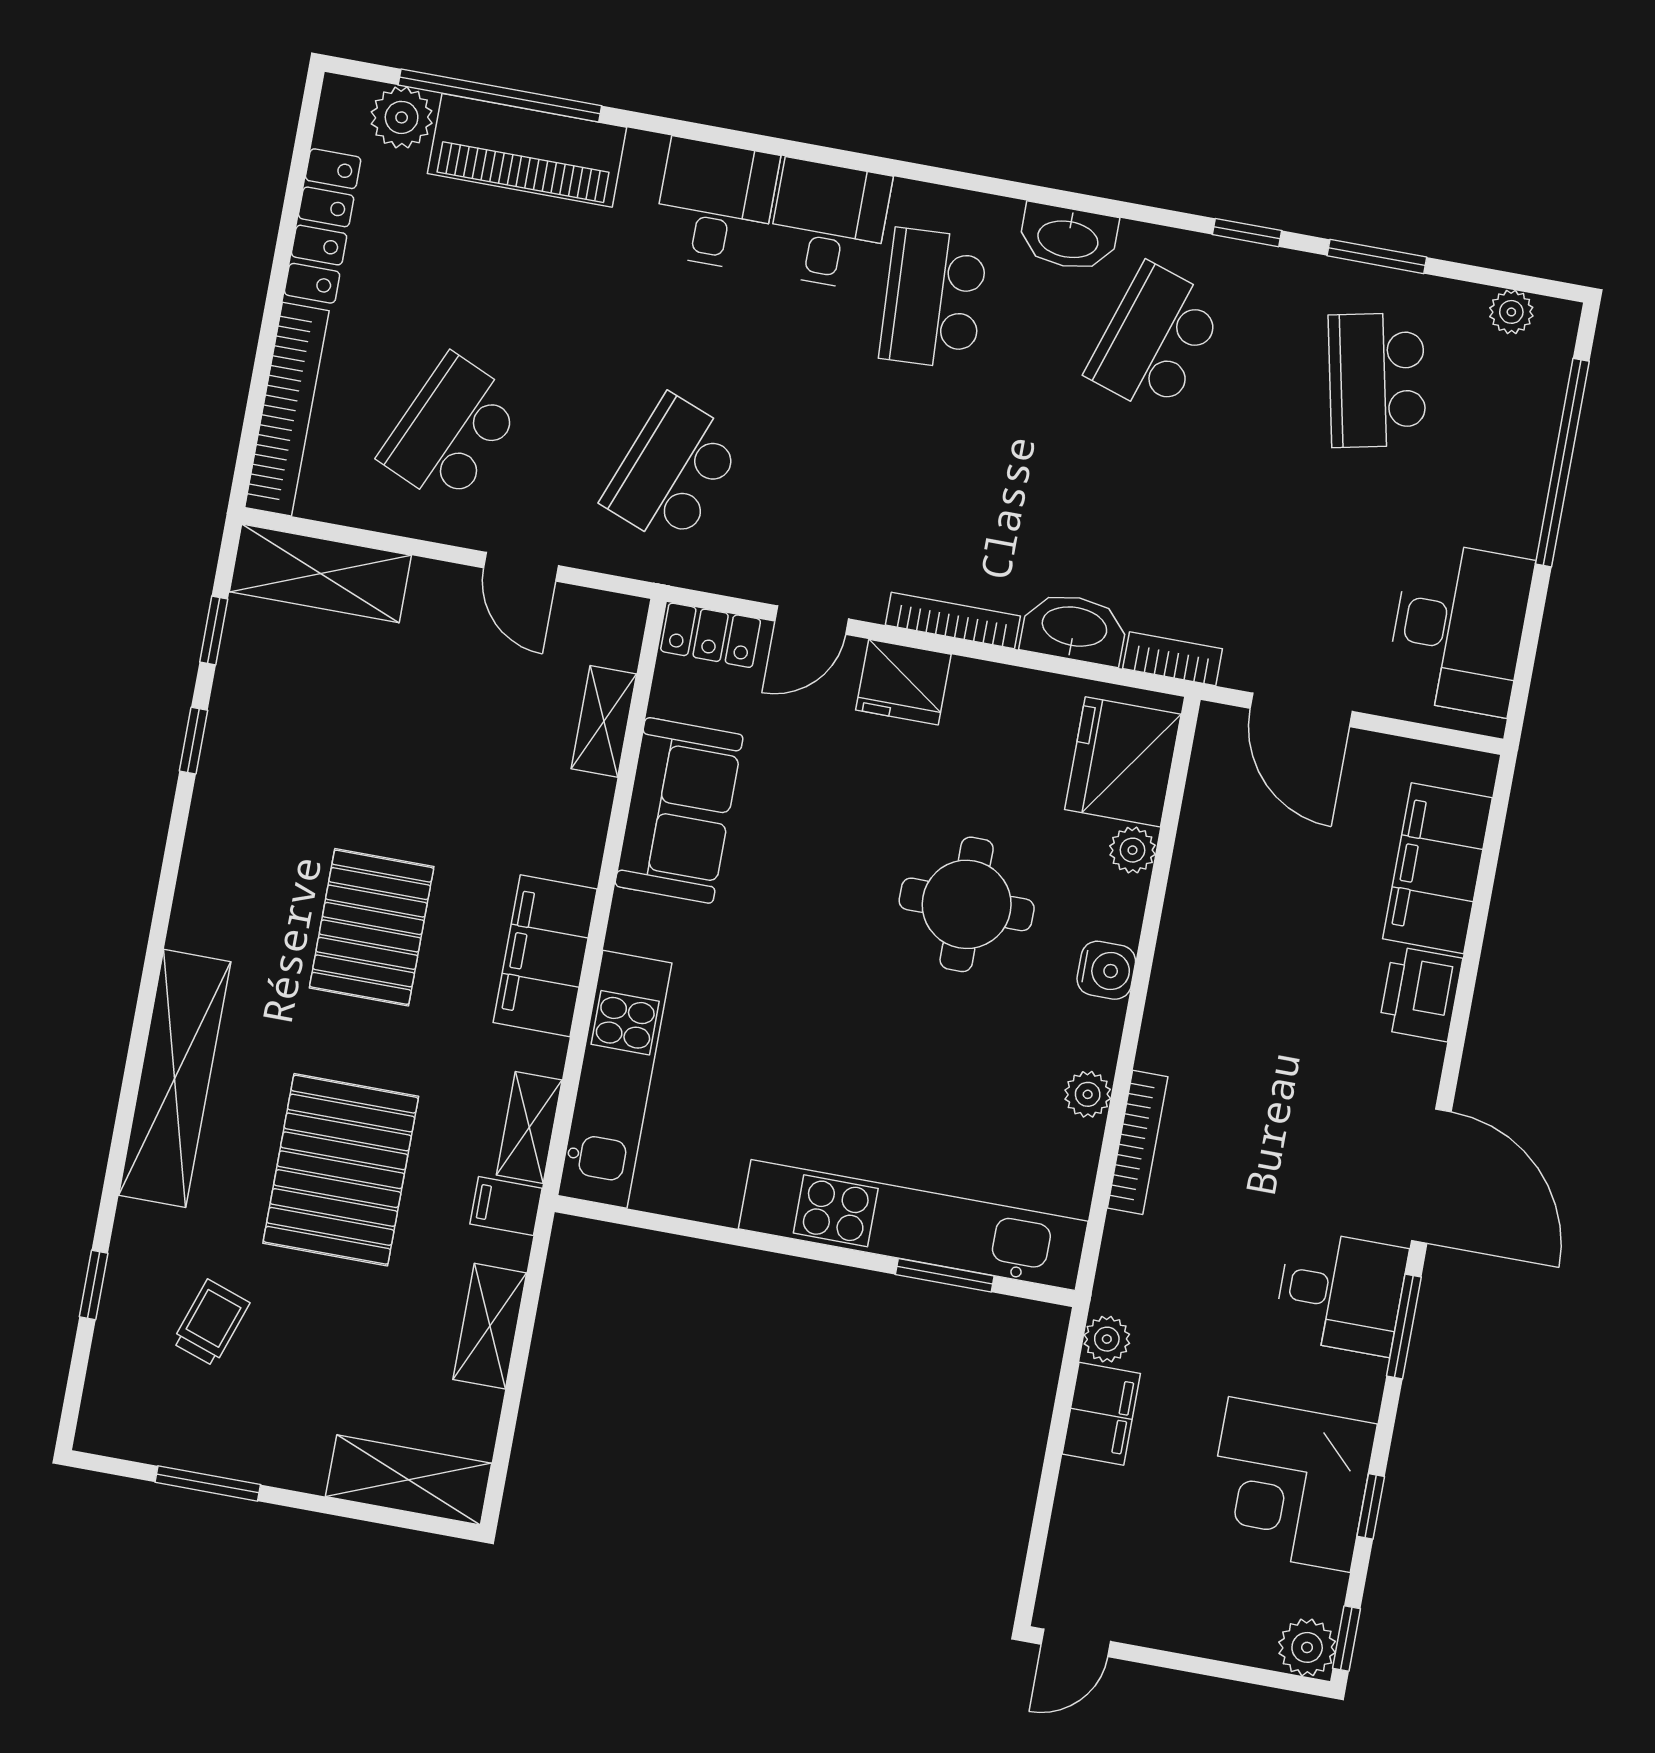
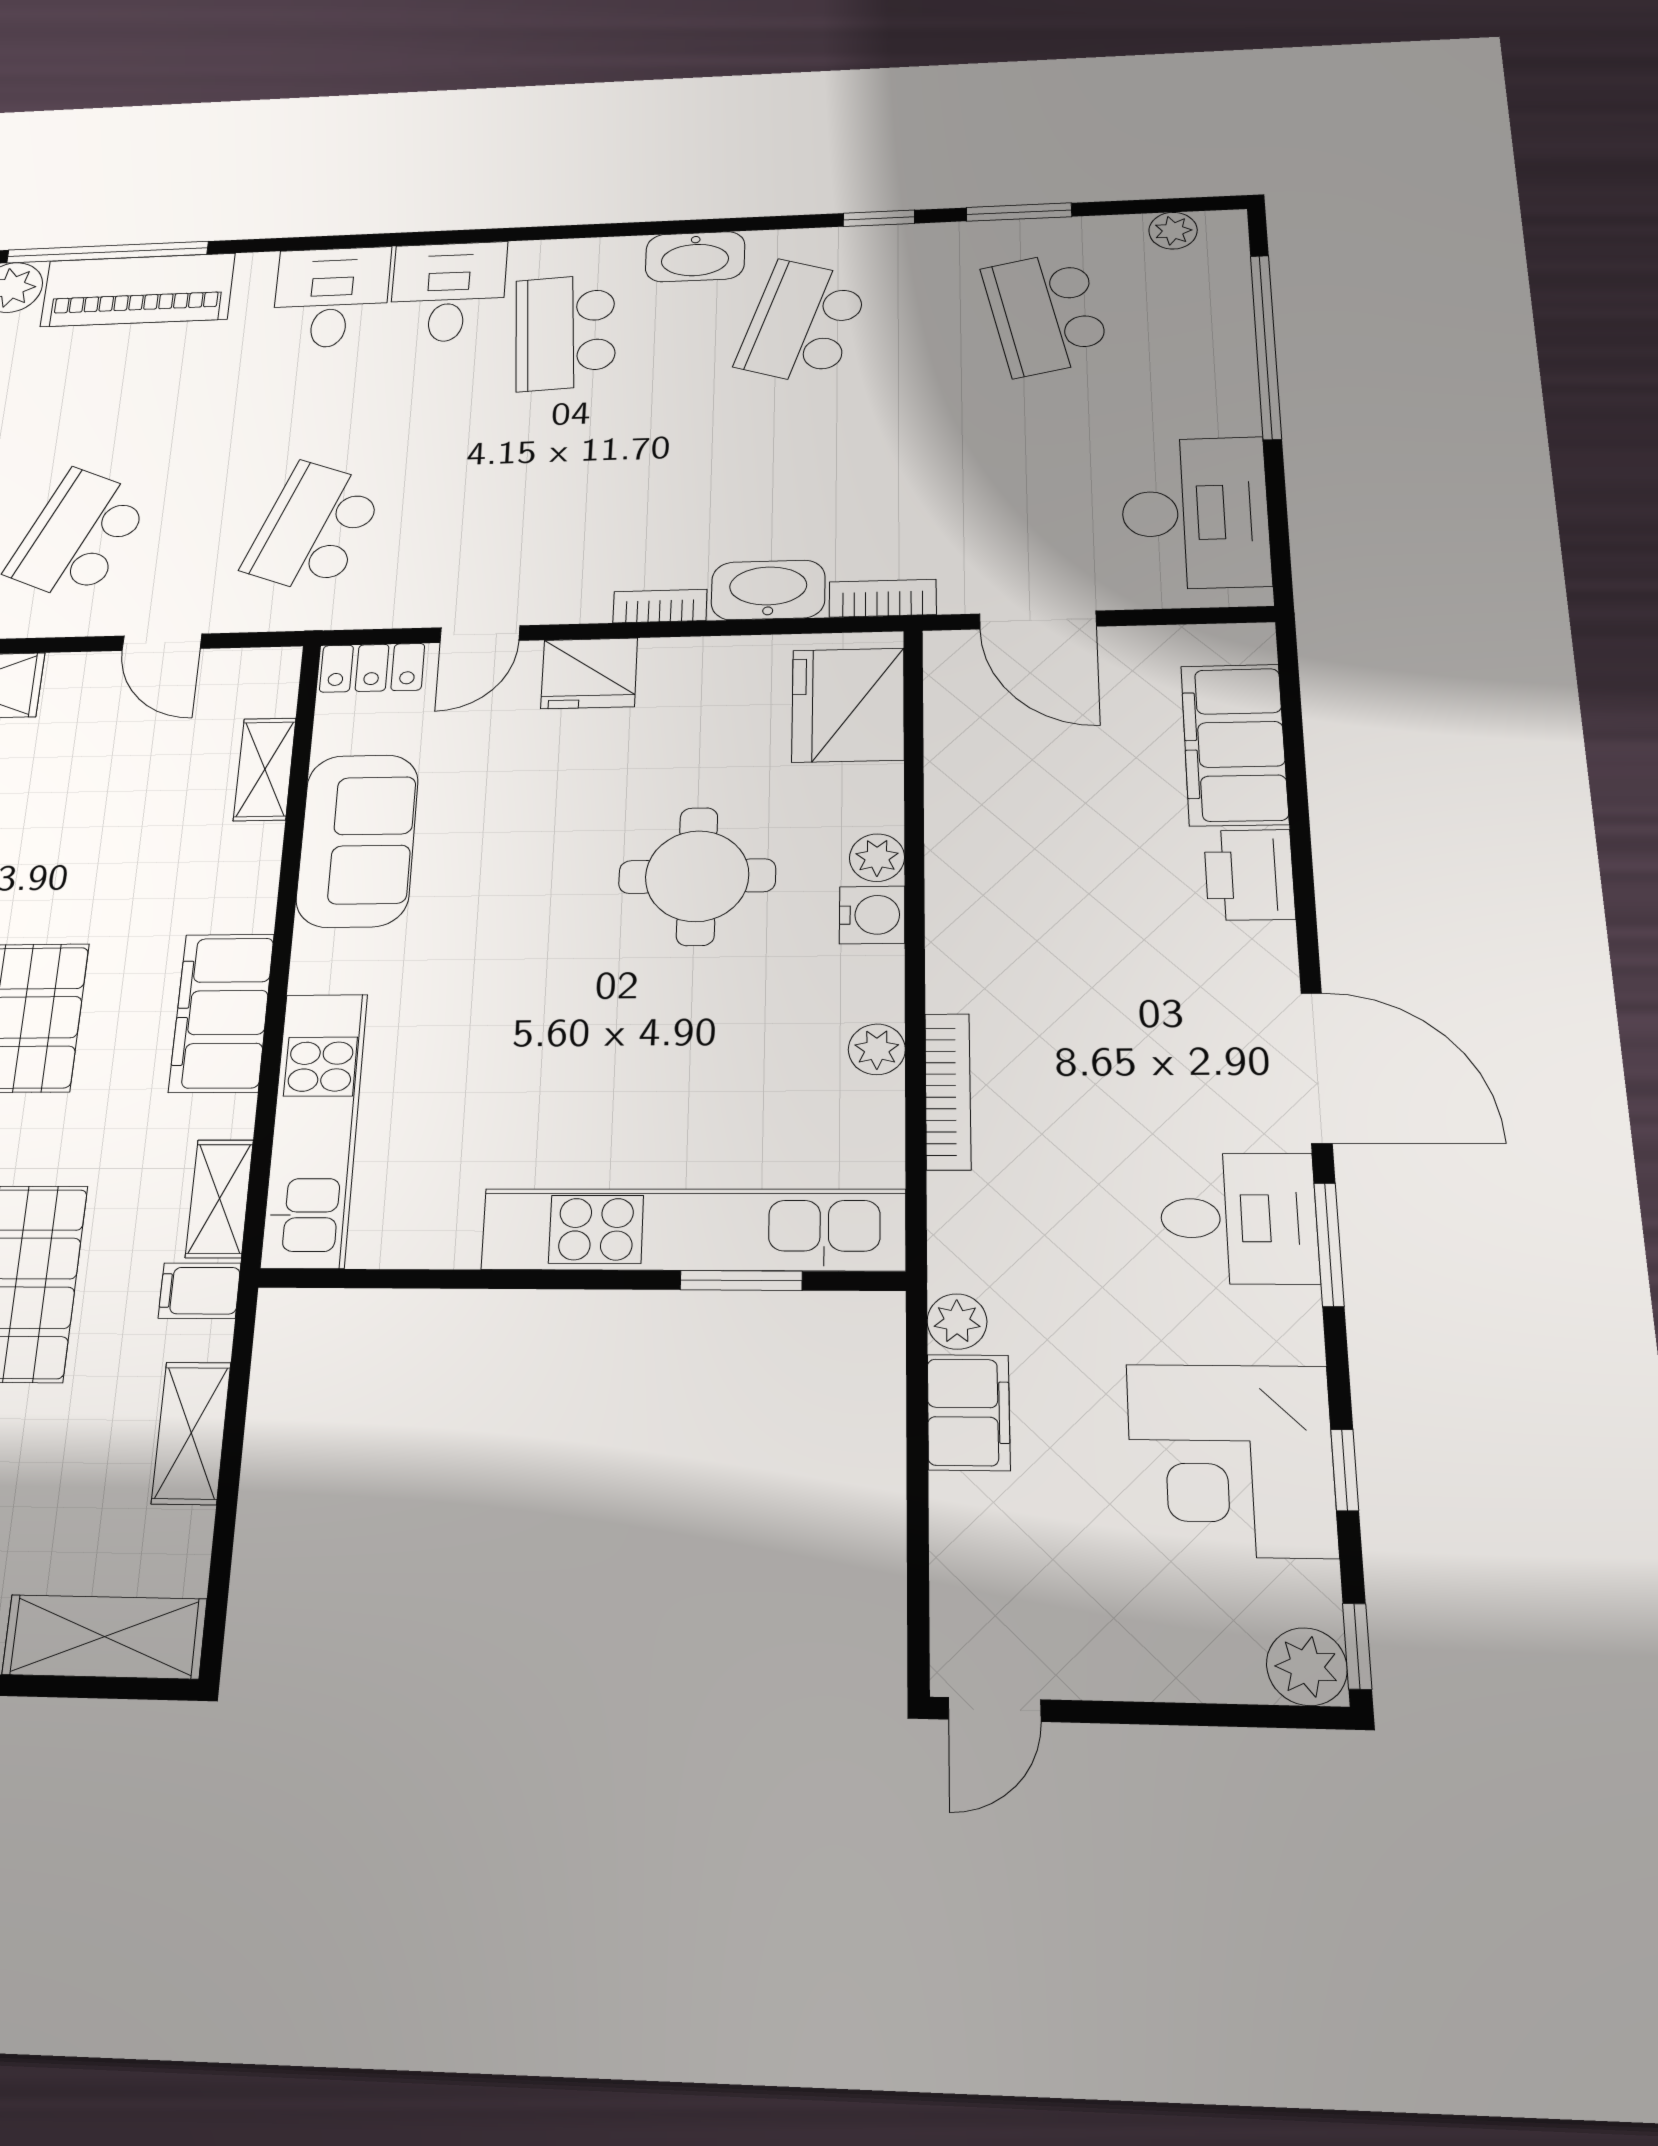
bookcase: (953, 620) -> (660, 606), width x0.64
plant: (1132, 850) -> (877, 858), moved

